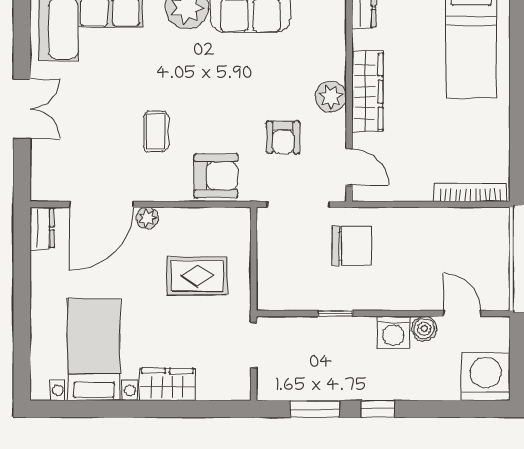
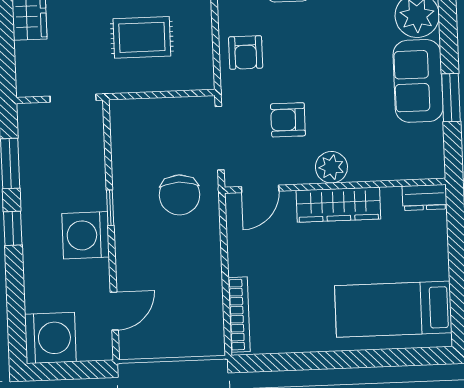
armchair: (216, 176) -> (246, 52), width x0.72, depth x0.72
rug: (197, 276) -> (142, 37), turned 90
window: (335, 313) -> (110, 208), moved
boiler: (424, 329) -> (97, 273), removed
washing machine: (393, 332) -> (86, 235), width x1.37, depth x1.37

